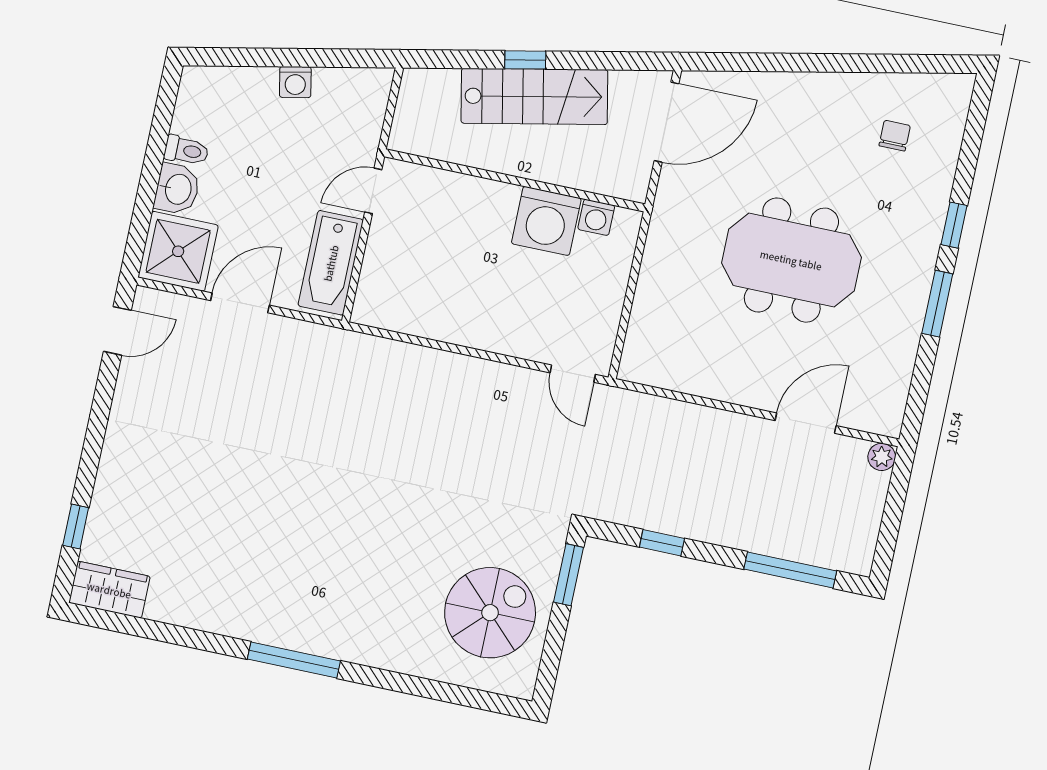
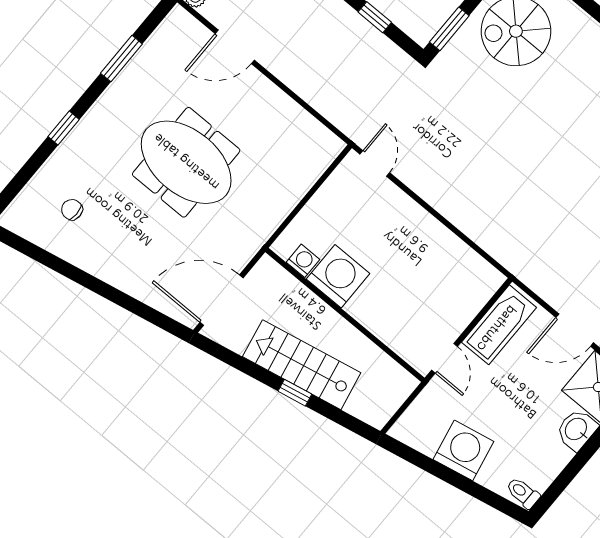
washing machine: (295, 82) -> (463, 450), width x1.89, depth x1.89
chair: (895, 136) -> (72, 210), turned 90
toilet: (186, 150) -> (523, 493), moved
door: (373, 191) -> (445, 358), hinge flipped
window: (937, 304) -> (121, 59), moved

